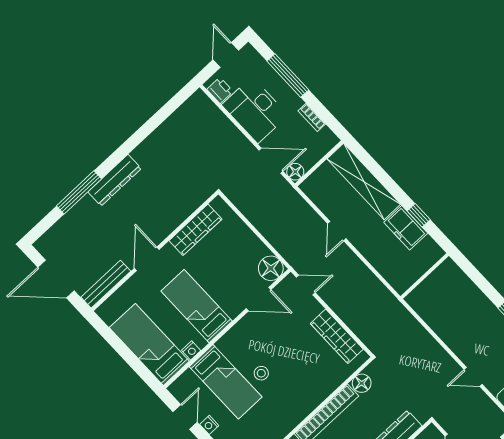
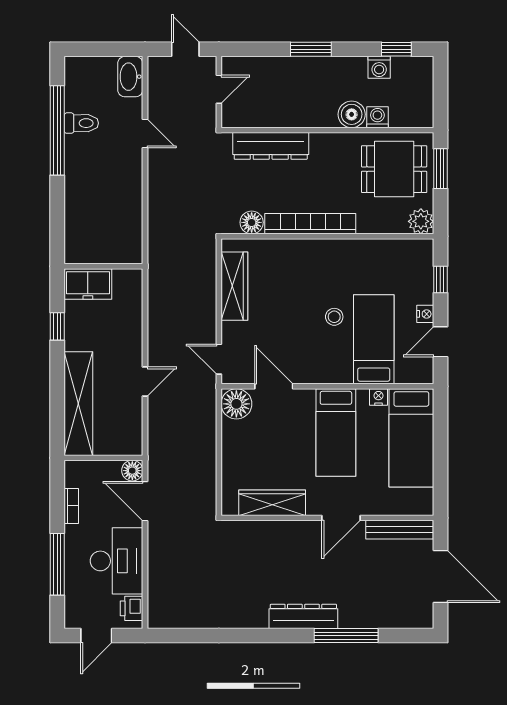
freezer: (406, 228) -> (88, 284), moved, turned 90

